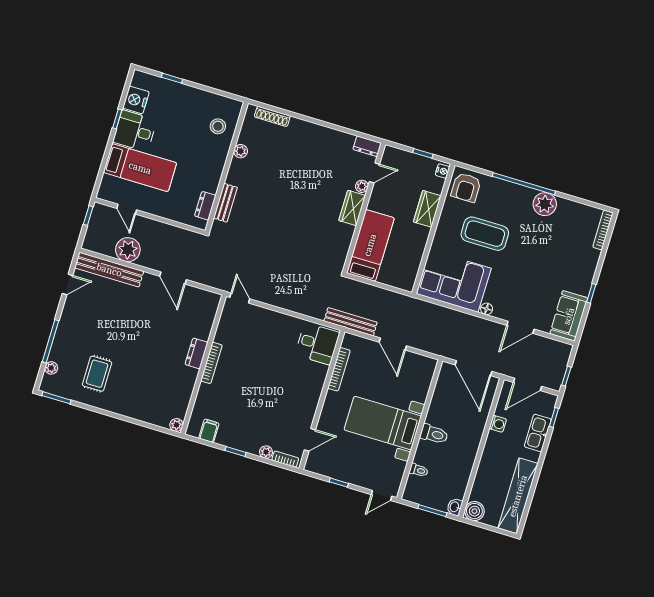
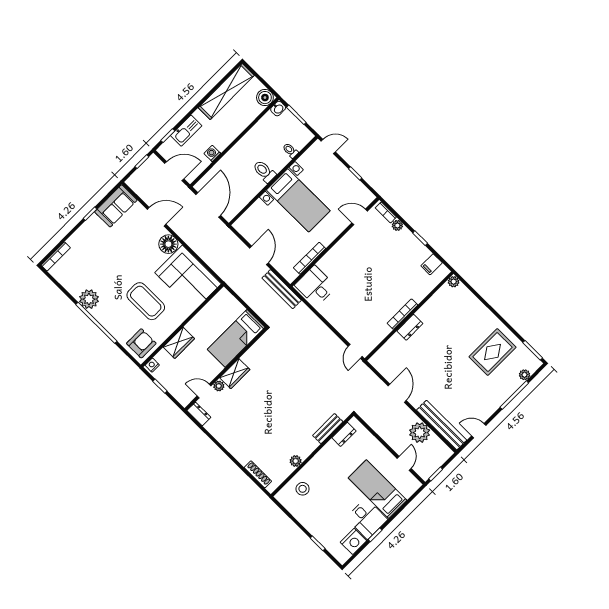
floor lamp: (487, 309) -> (168, 244), width x1.89, depth x1.89
rug: (97, 374) -> (493, 352), width x1.36, depth x1.43

